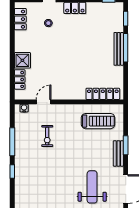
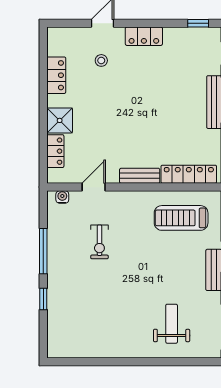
locker: (20, 19) -> (56, 75), moved
bench: (72, 95) -> (140, 176), added
treadmill: (98, 121) -> (181, 218), turned 180
weight bench: (92, 187) -> (172, 324), width x0.73, depth x0.75

